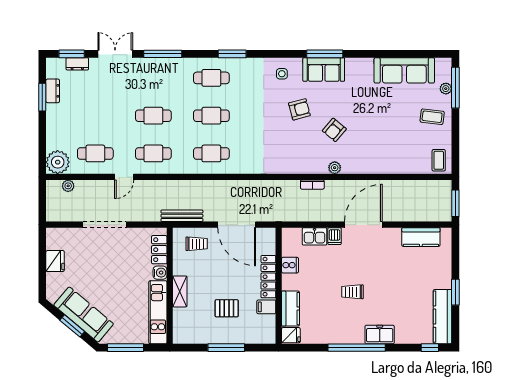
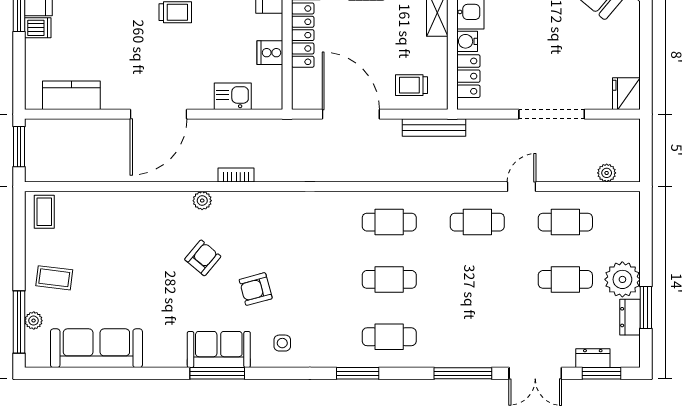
cafe table: (153, 116) -> (565, 279), moved
plant: (58, 162) -> (622, 279), moved
dishwasher: (335, 236) -> (38, 28), moved, turned 90
fridge: (55, 261) -> (626, 94), moved

